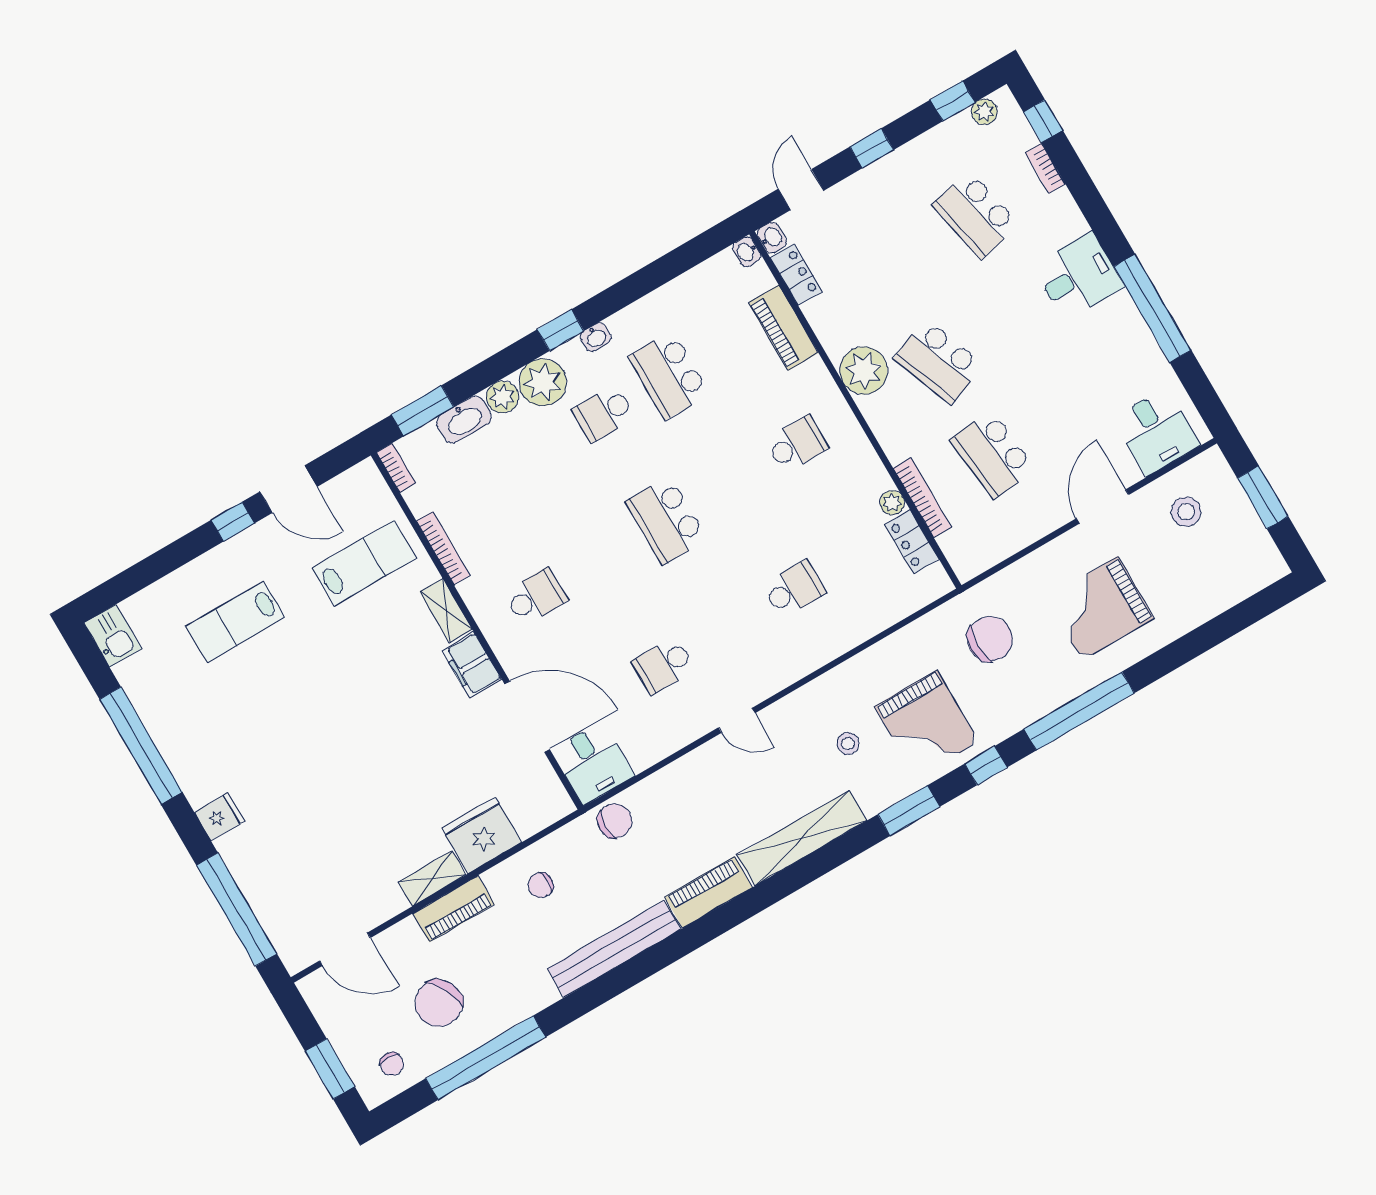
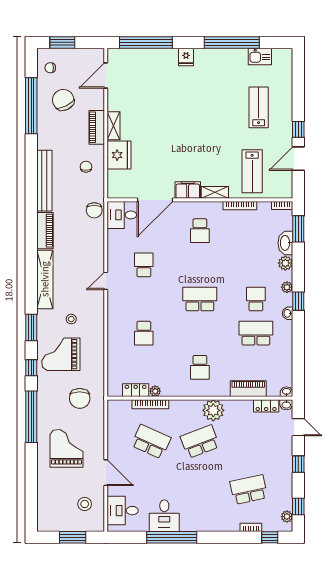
desk: (1078, 276) -> (164, 516), moved
plant: (543, 382) -> (287, 287), width x0.53, depth x0.53
school desk: (993, 454) -> (151, 442), turned 30
kitchen sink: (113, 636) -> (260, 56), moved

